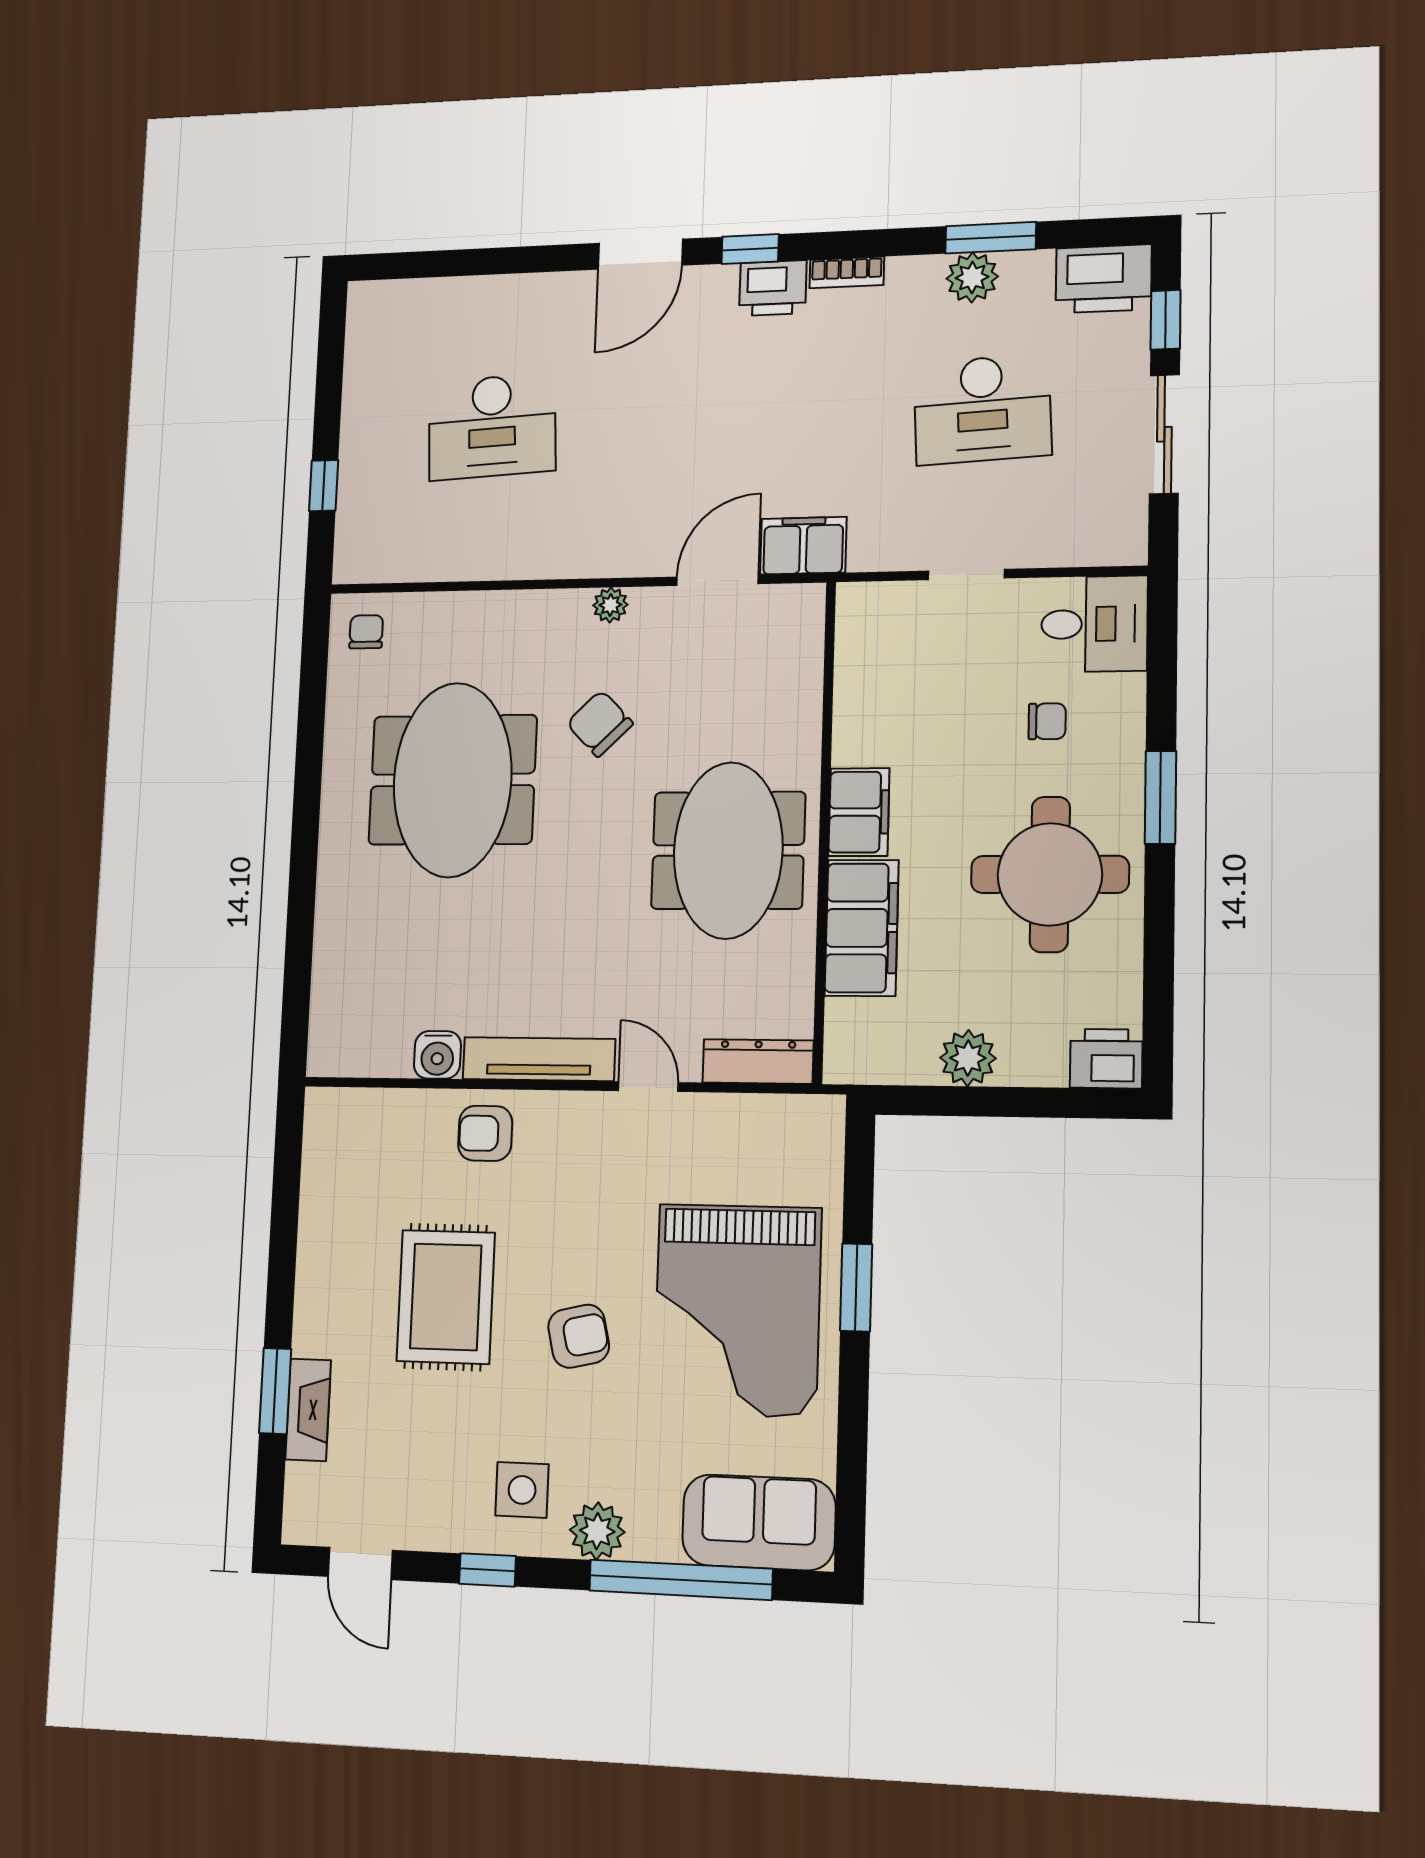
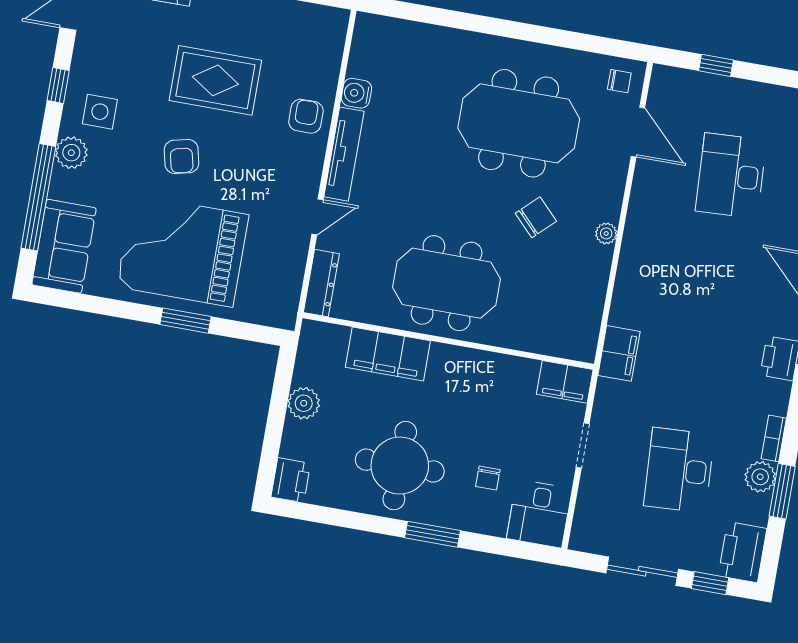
bookcase: (847, 272) -> (774, 438), moved
door: (717, 580) -> (638, 132), moved
filing cabinet: (859, 812) -> (565, 382), moved

